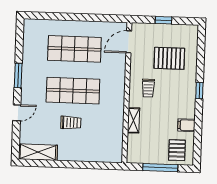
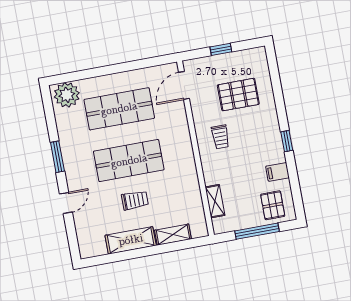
plant: (36, 29) -> (67, 95), added
window: (199, 91) -> (287, 141), moved
shelving: (133, 120) -> (215, 201), moved
shelving: (38, 152) -> (131, 240), moved
shelving: (95, 156) -> (173, 235), added

